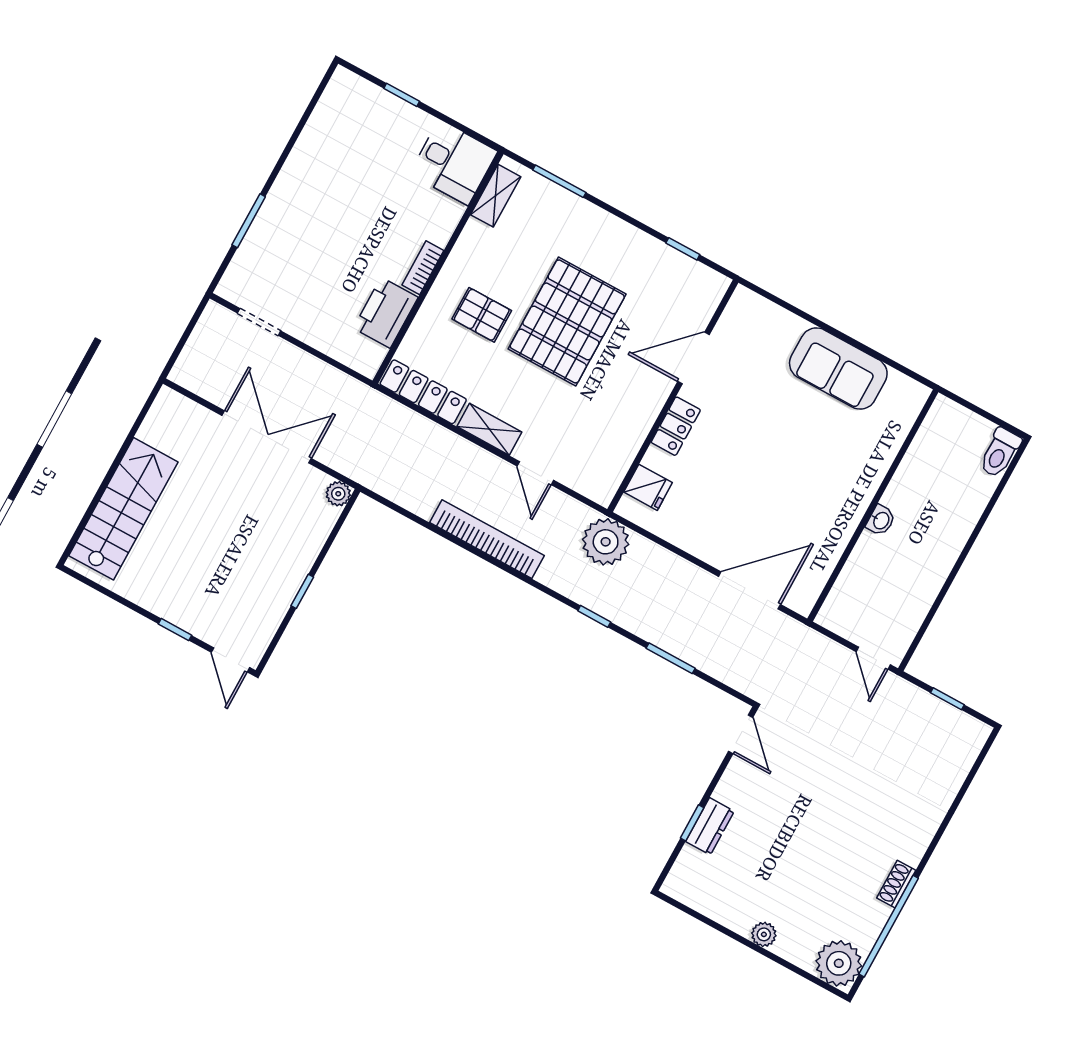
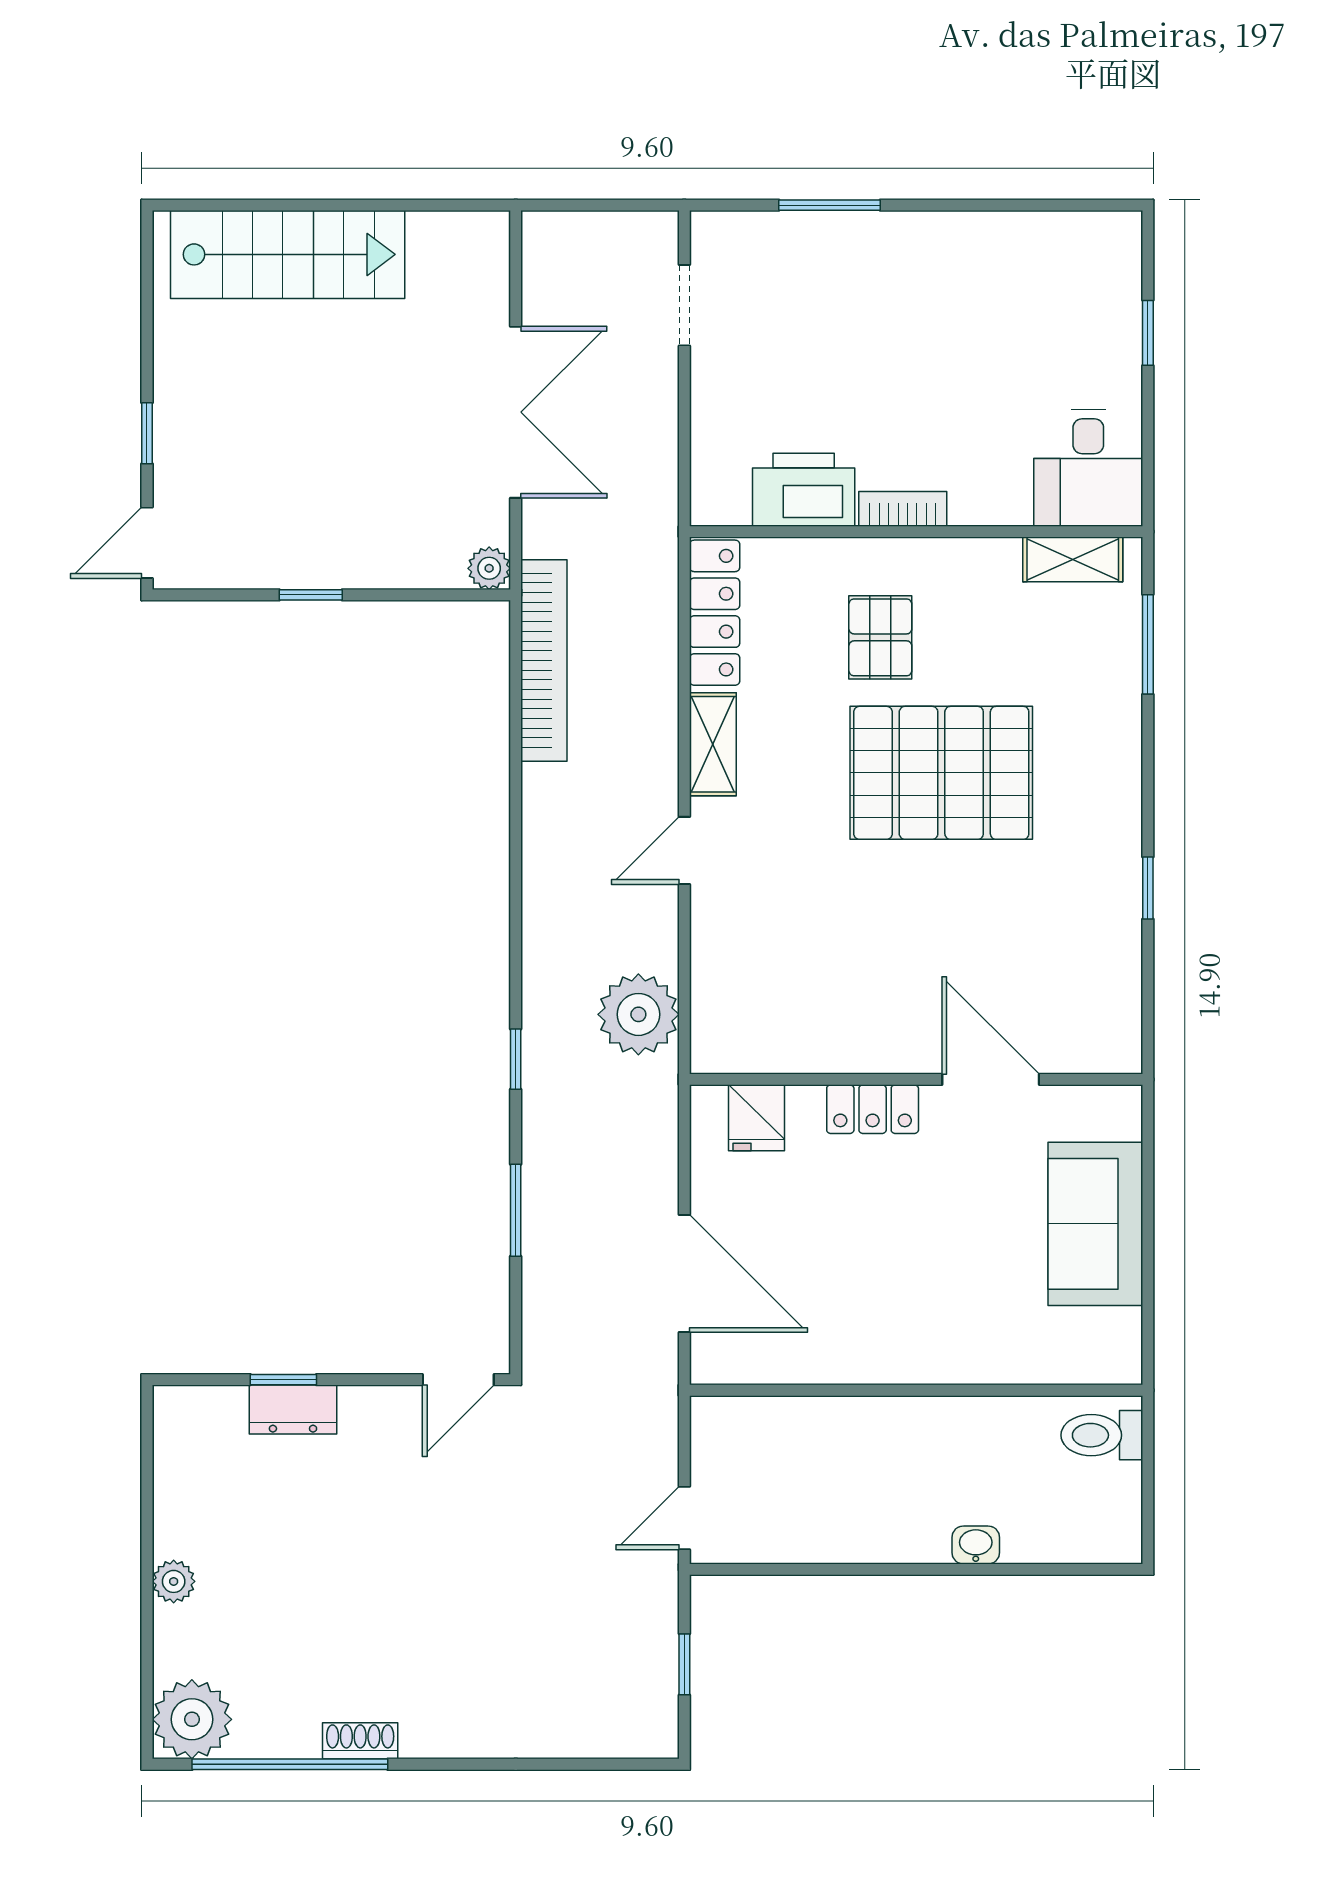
door: (693, 358) -> (991, 1079), moved
wall: (673, 396) -> (916, 1079), moved
locker: (676, 426) -> (873, 1109), moved
toilet: (1000, 453) -> (1102, 1435), moved
fridge: (648, 487) -> (757, 1118), moved
washbasin: (881, 520) -> (976, 1545), moved, turned 180
bookcase: (487, 539) -> (544, 660), moved

